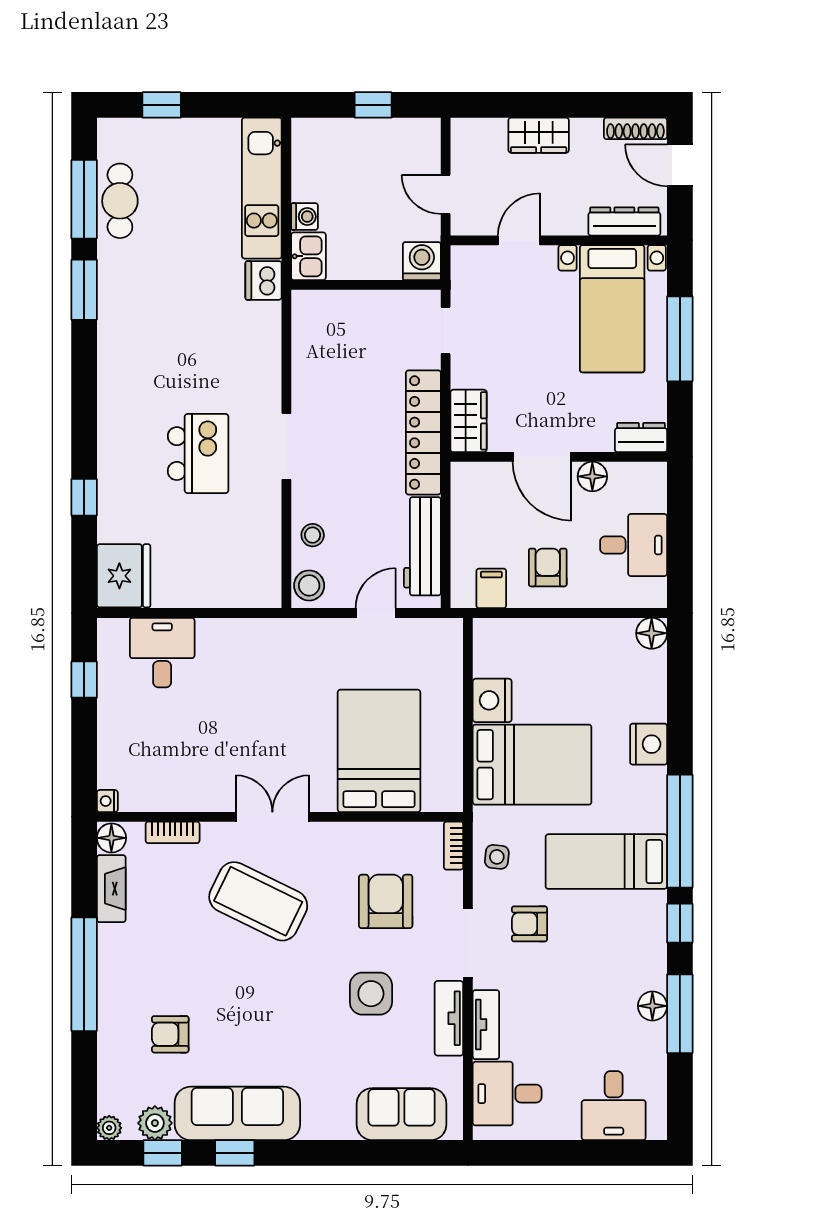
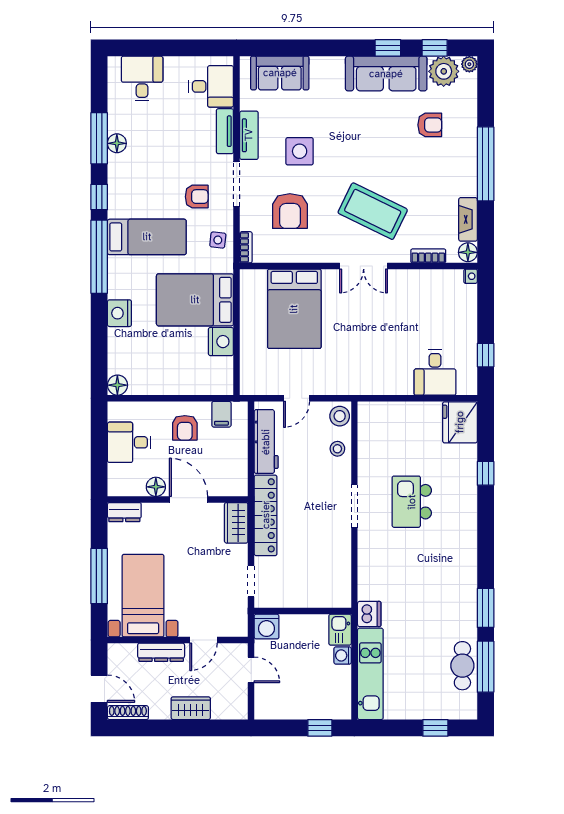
window: (373, 105) -> (320, 728), moved
dresser: (624, 221) -> (161, 652), moved
plant: (155, 1123) -> (444, 71), width x1.36, depth x1.36

